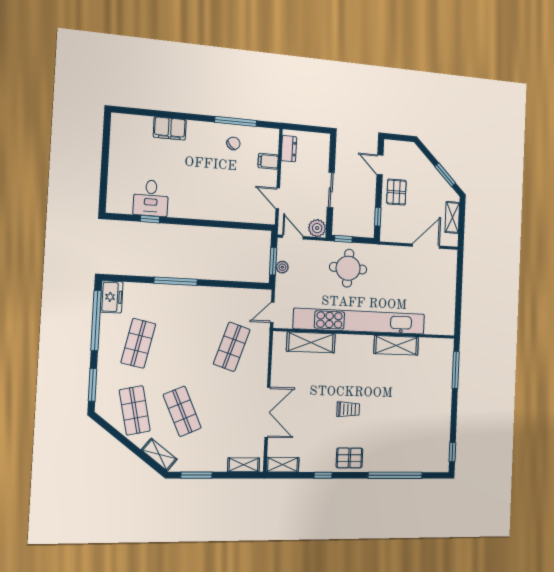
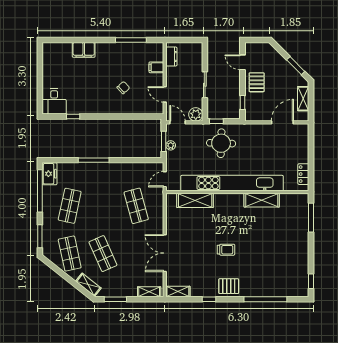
chair: (233, 143) -> (123, 88), moved
desk: (151, 198) -> (54, 101), moved
locker: (449, 314) -> (303, 174), added
shop shelf: (232, 347) -> (136, 206), turned -33
double door: (267, 412) -> (165, 253), swing flipped

